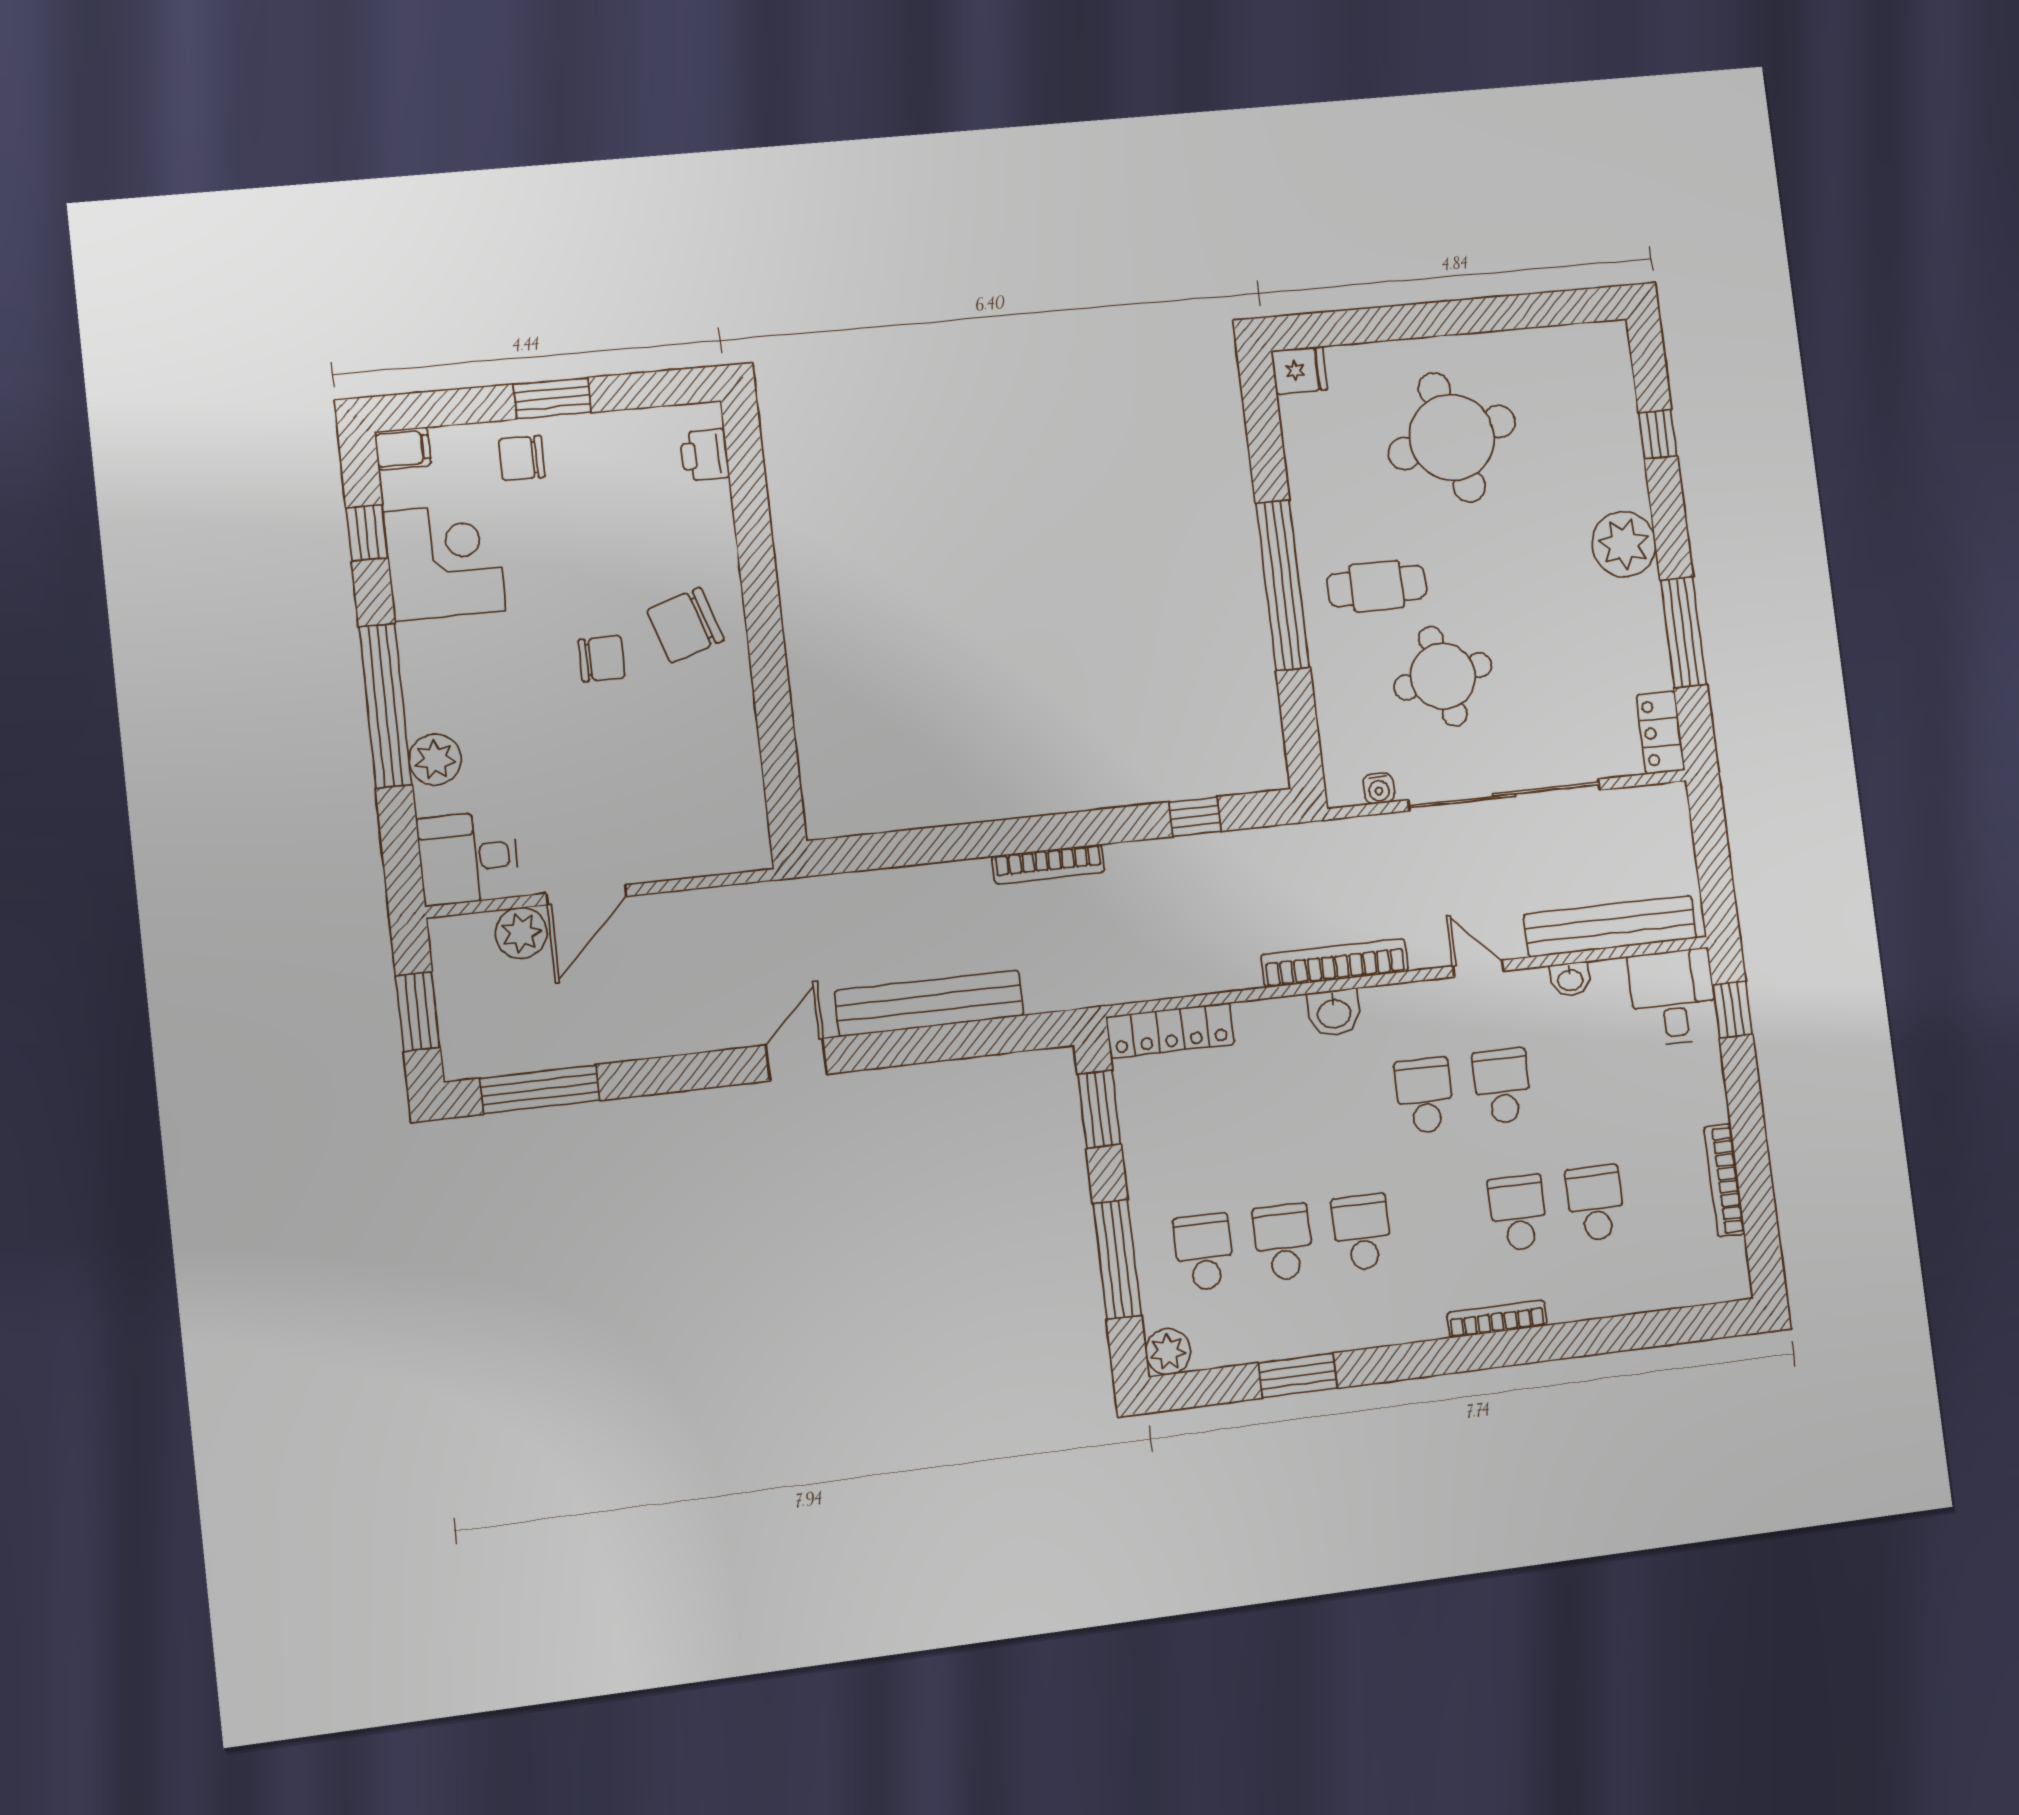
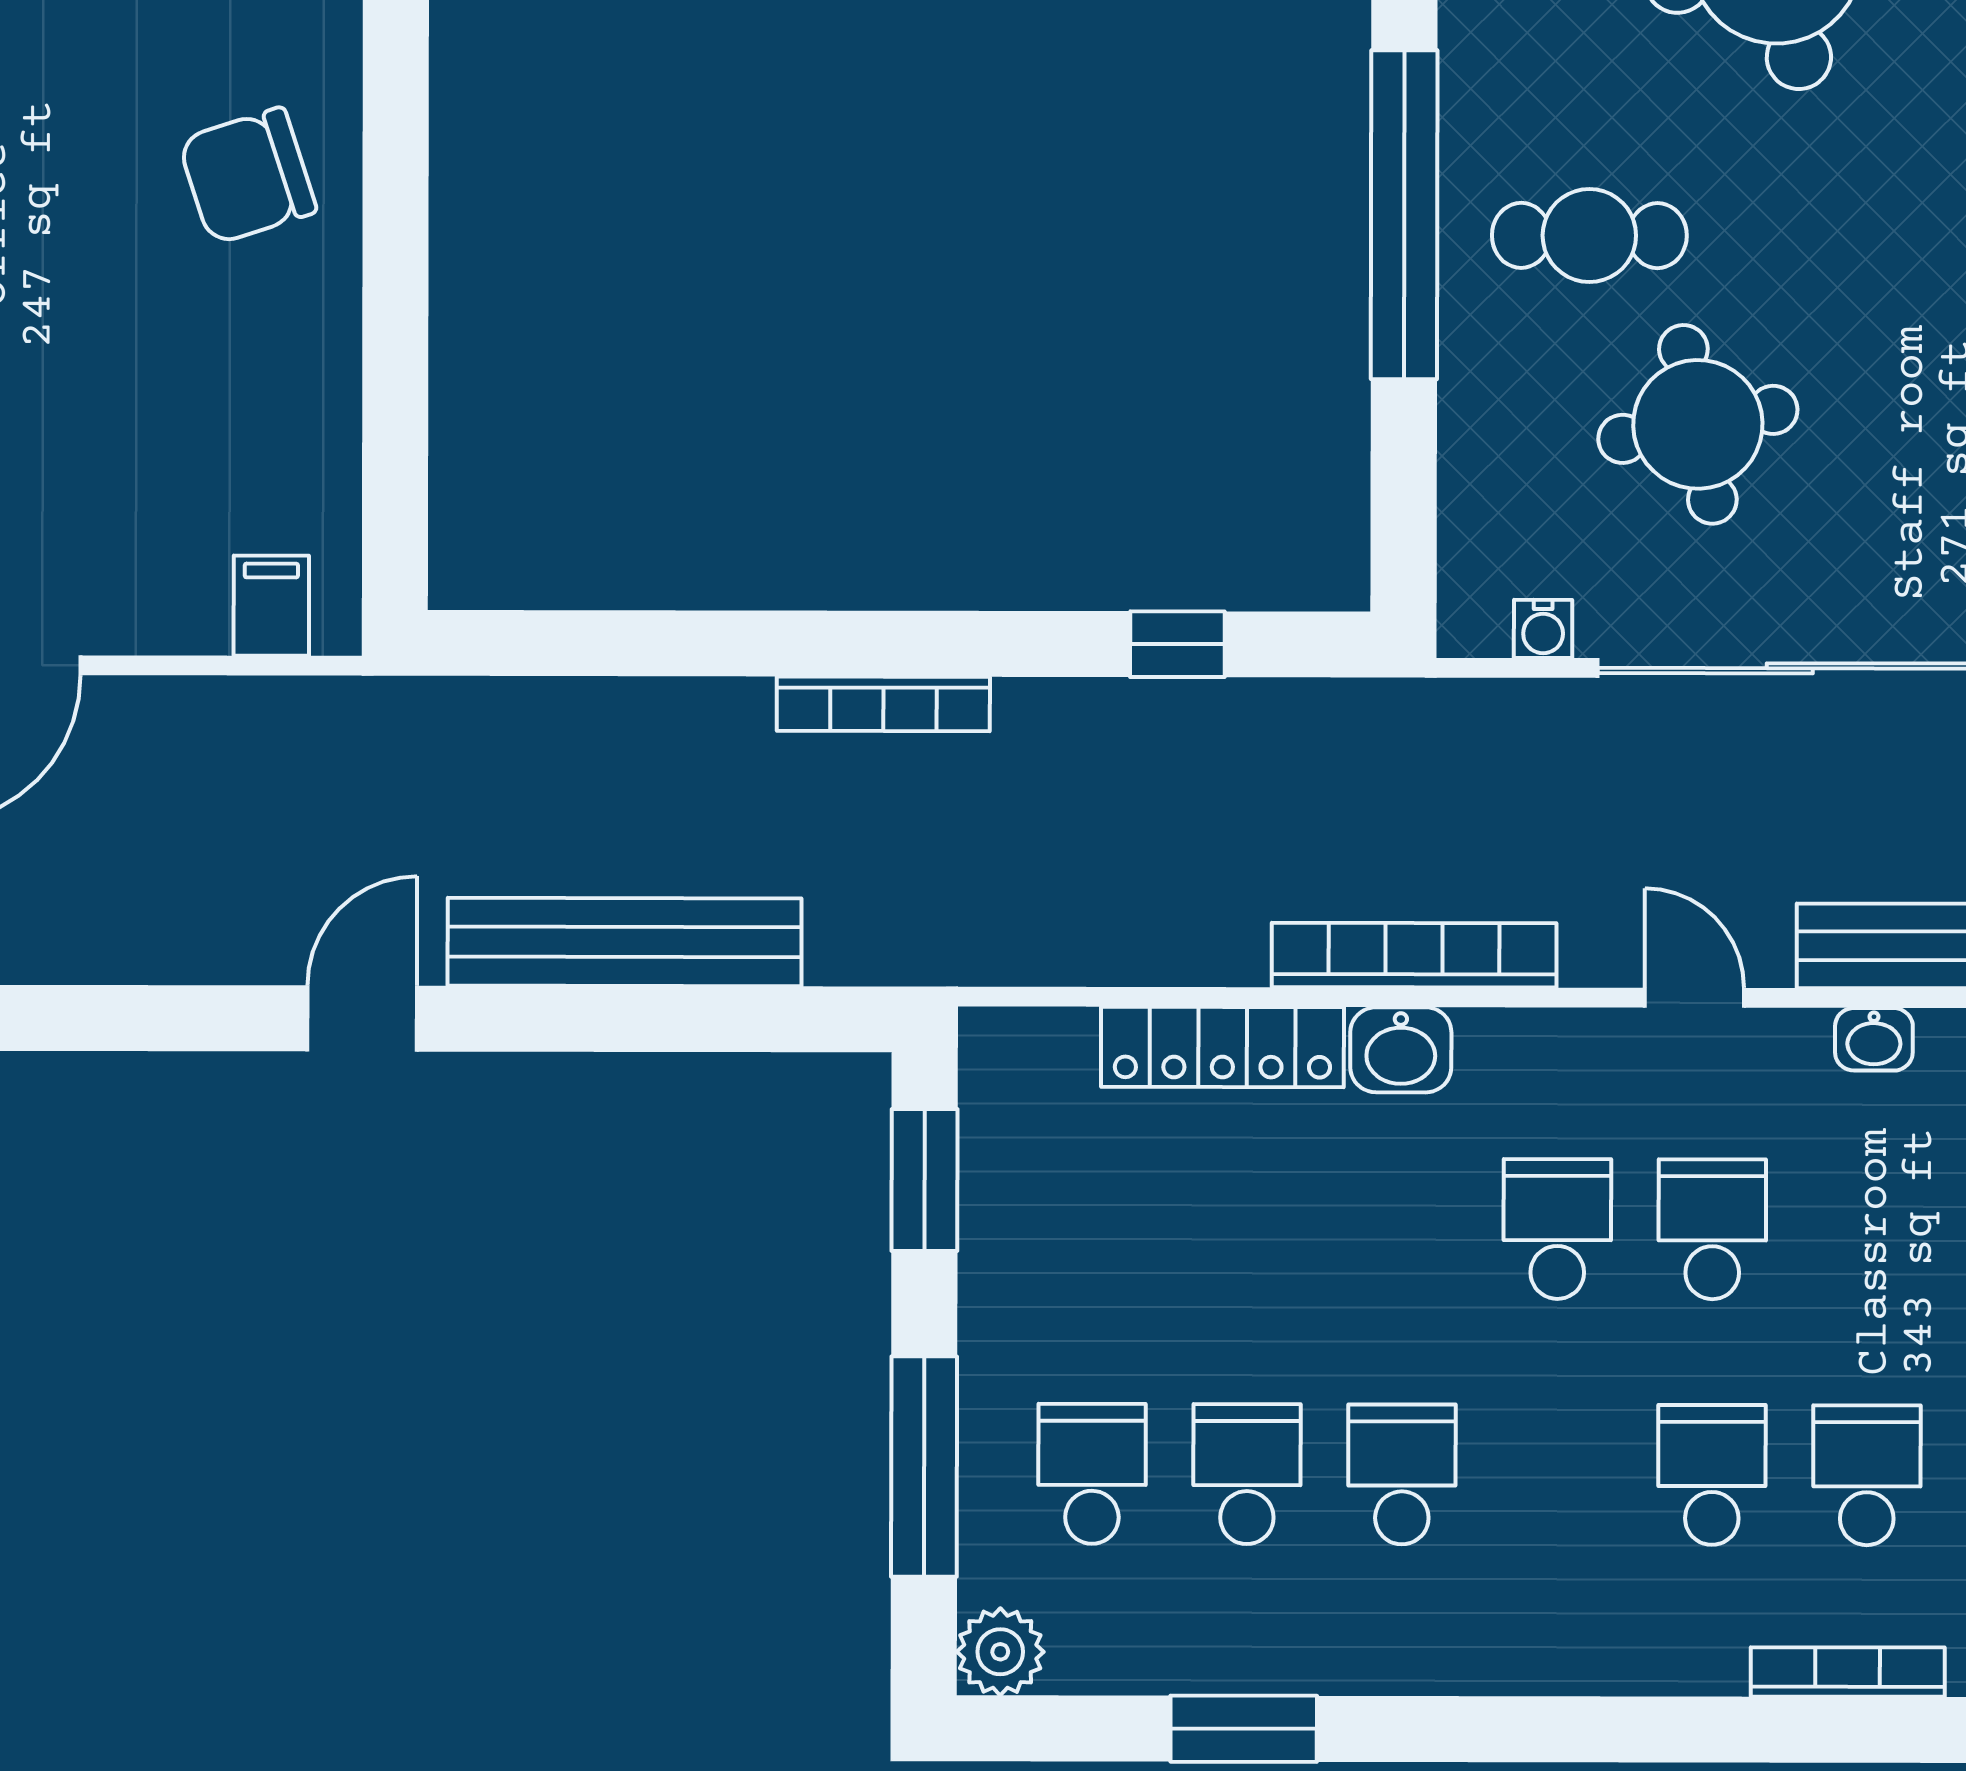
chair: (602, 659) -> (83, 223), removed
filing cabinet: (724, 848) -> (271, 606), added
locker: (1170, 1030) -> (1222, 1047), moved
bookcase: (1497, 1319) -> (1848, 1672), moved

